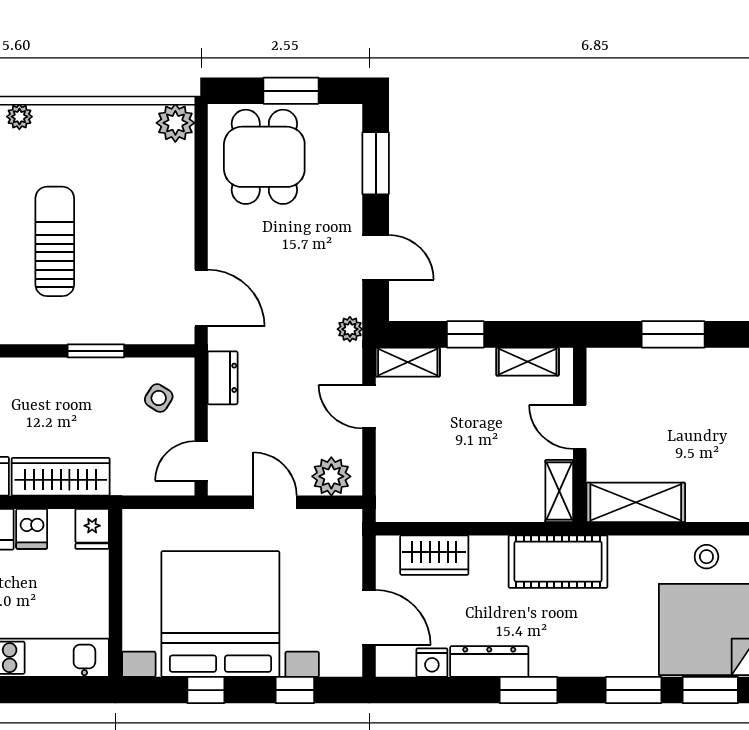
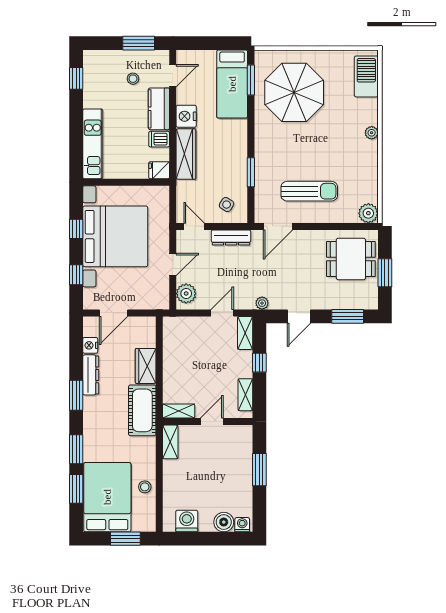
sun lounger: (55, 241) -> (309, 191), moved
dresser: (223, 378) -> (231, 237), width x1.44
shelving: (636, 502) -> (170, 442), width x0.67, depth x0.75
wardrobe: (434, 555) -> (146, 366), moved

